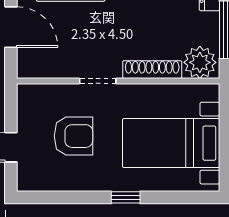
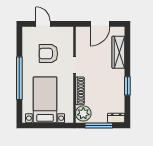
armchair: (73, 136) -> (48, 54), turned 90
window: (126, 197) -> (19, 78), width x3.17

